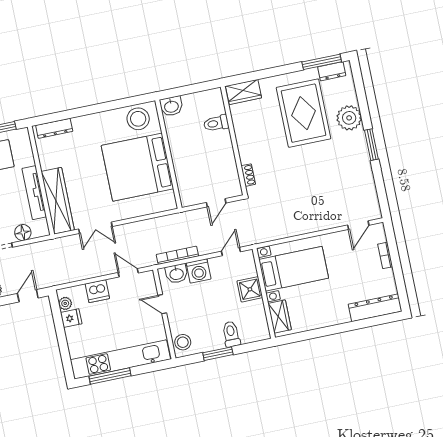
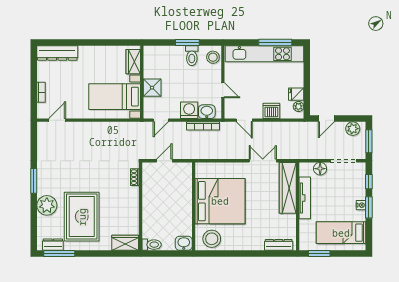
toilet: (216, 123) -> (152, 245), moved
toilet: (231, 334) -> (192, 56), moved

